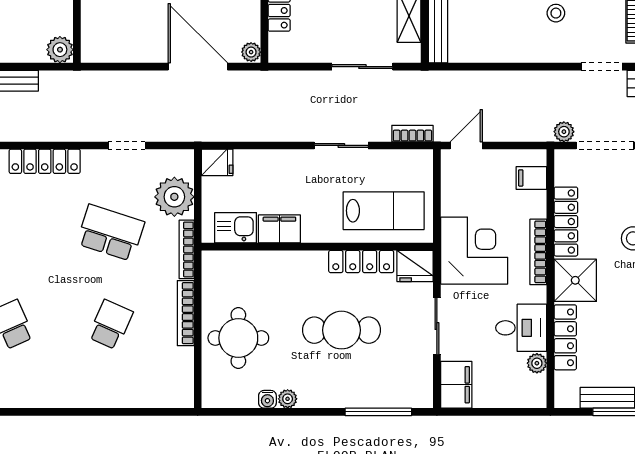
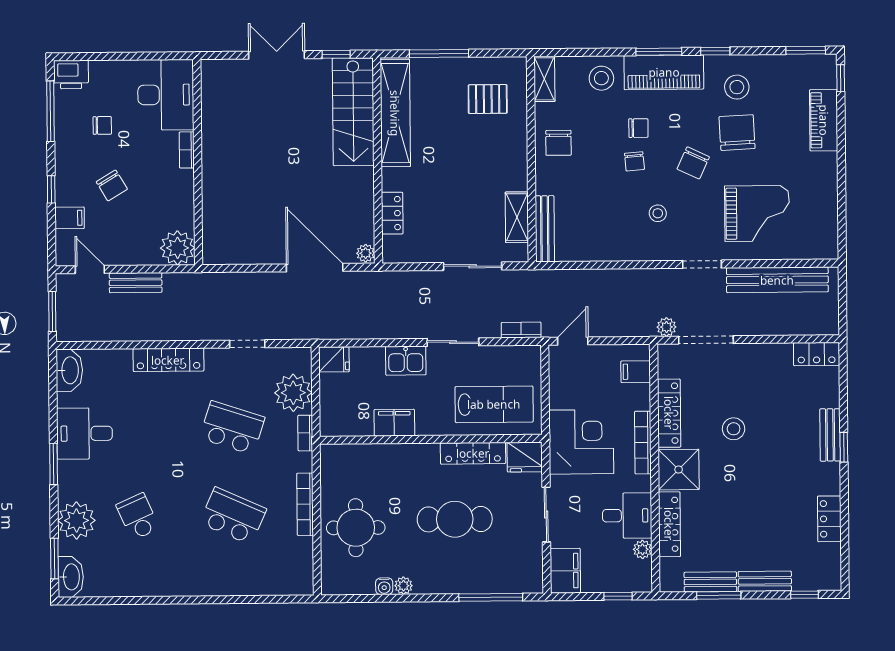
plant: (60, 50) -> (178, 248), width x1.36, depth x1.36
kitchen sink: (236, 228) -> (406, 361), moved, turned 180
bookcase: (187, 249) -> (305, 433), width x0.64
school desk: (110, 325) -> (233, 516), width x1.85
window: (511, 412) -> (618, 596), added

